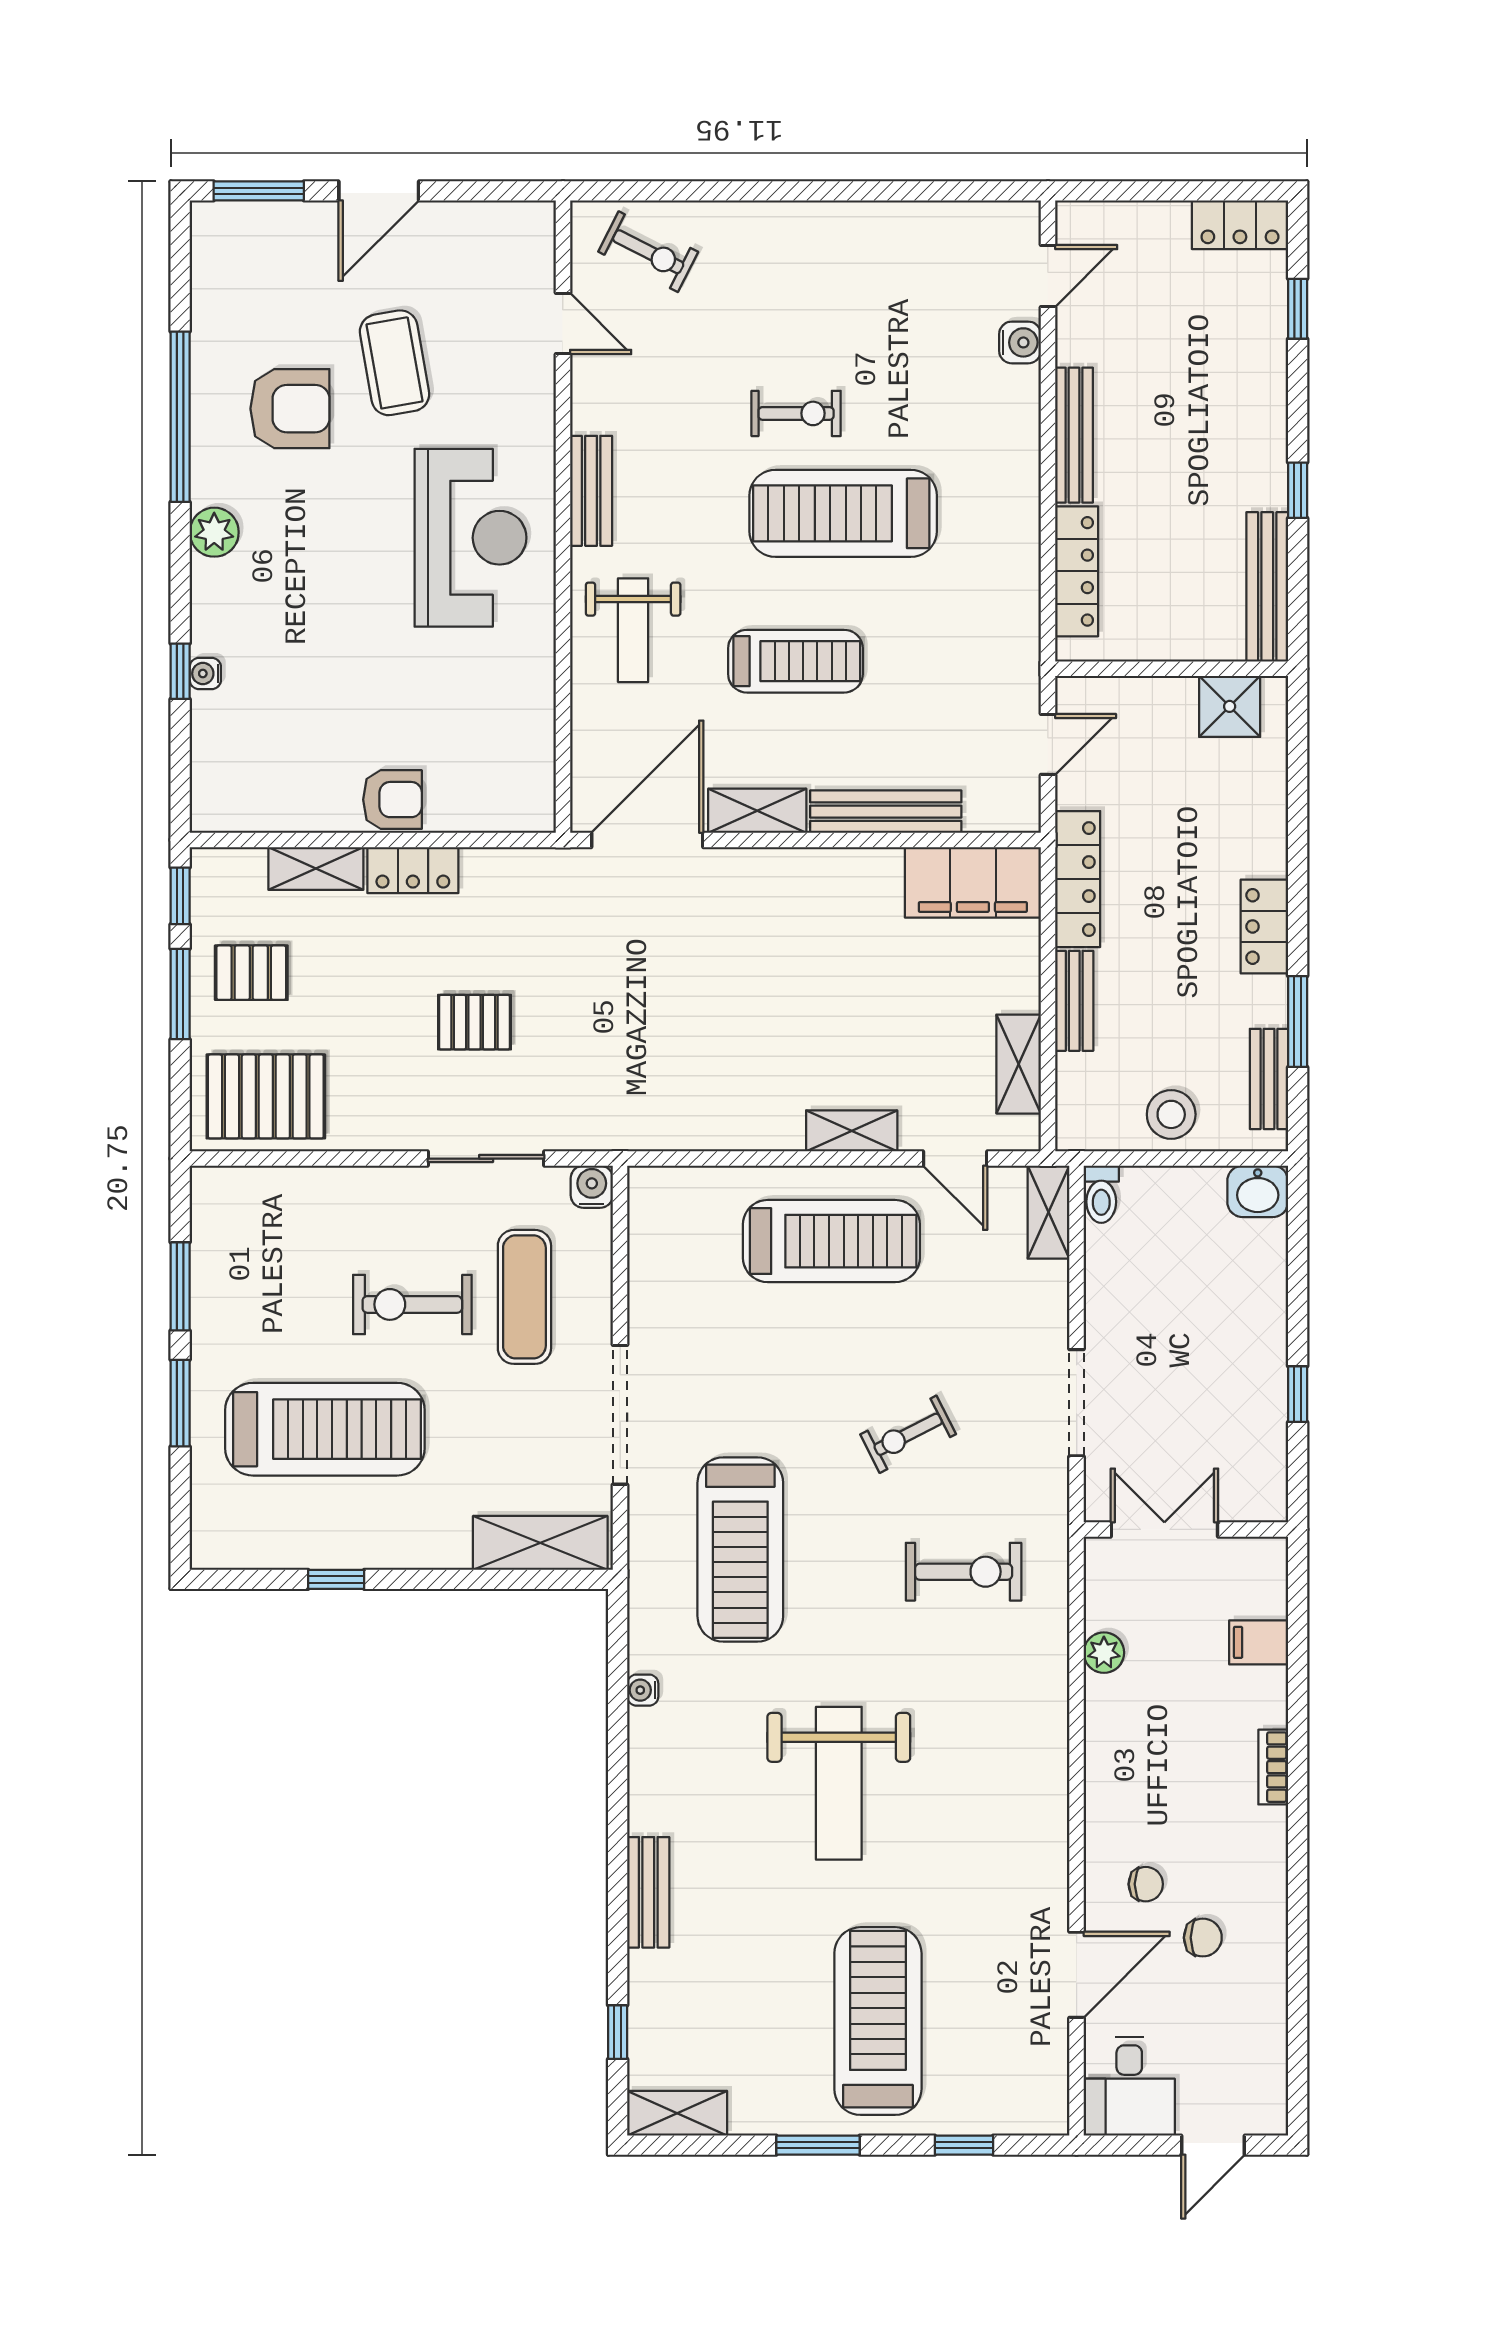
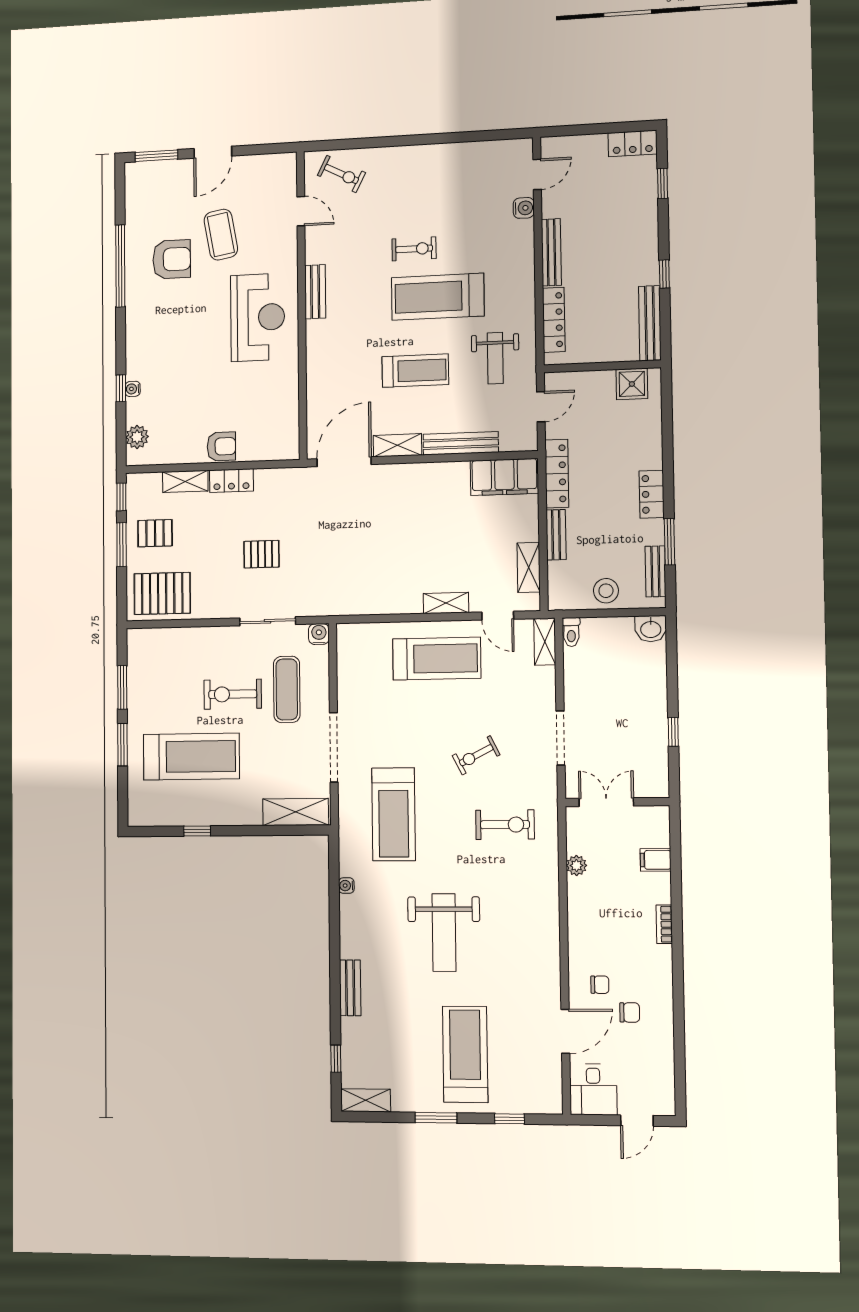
plant: (214, 532) -> (137, 437), moved
weight bench: (633, 630) -> (495, 358), moved

